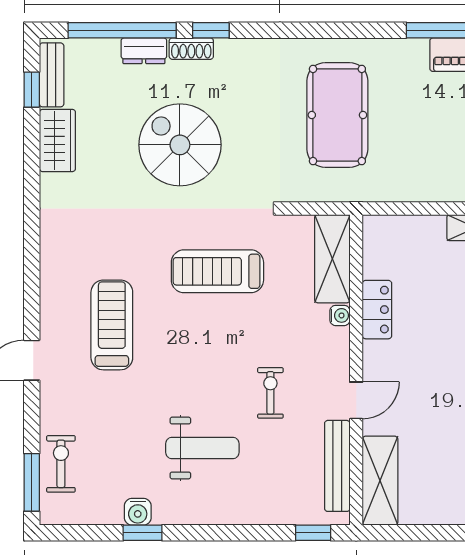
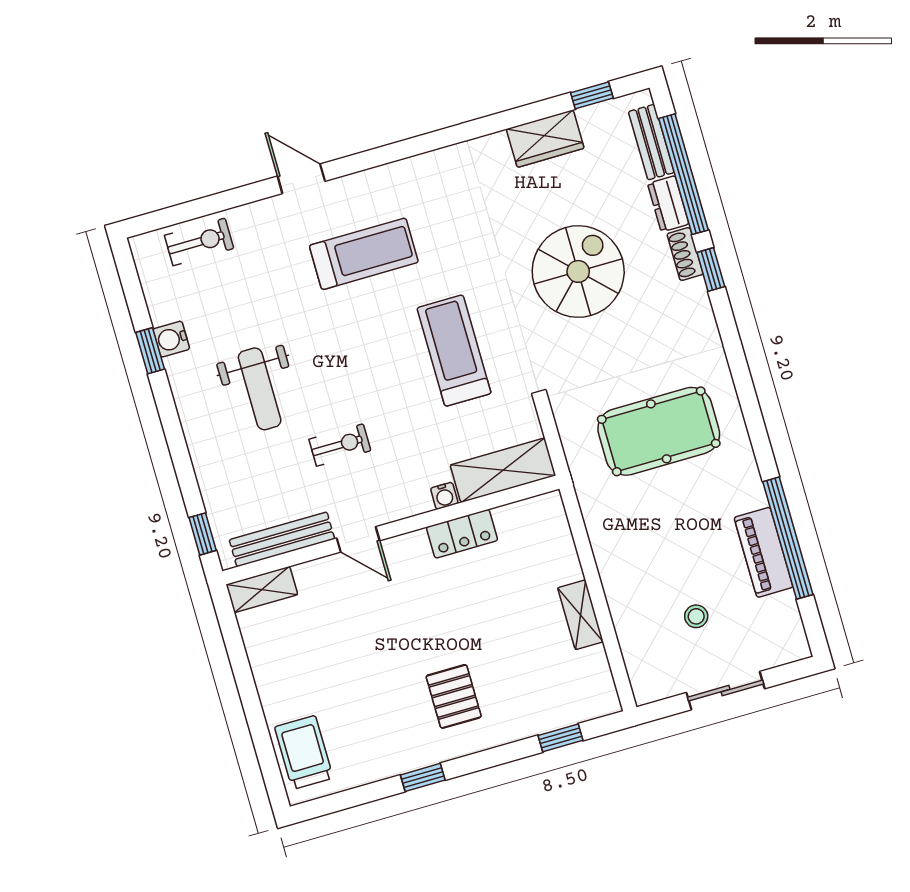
bench: (52, 75) -> (651, 142), moved, turned 90
shelving: (380, 481) -> (262, 590), width x0.67, depth x0.75
window: (32, 482) -> (170, 216), removed

